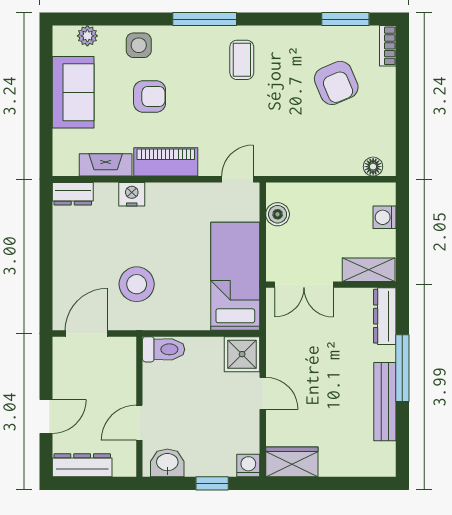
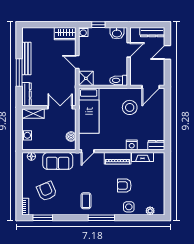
sofa: (73, 92) -> (58, 161), moved, turned -90

